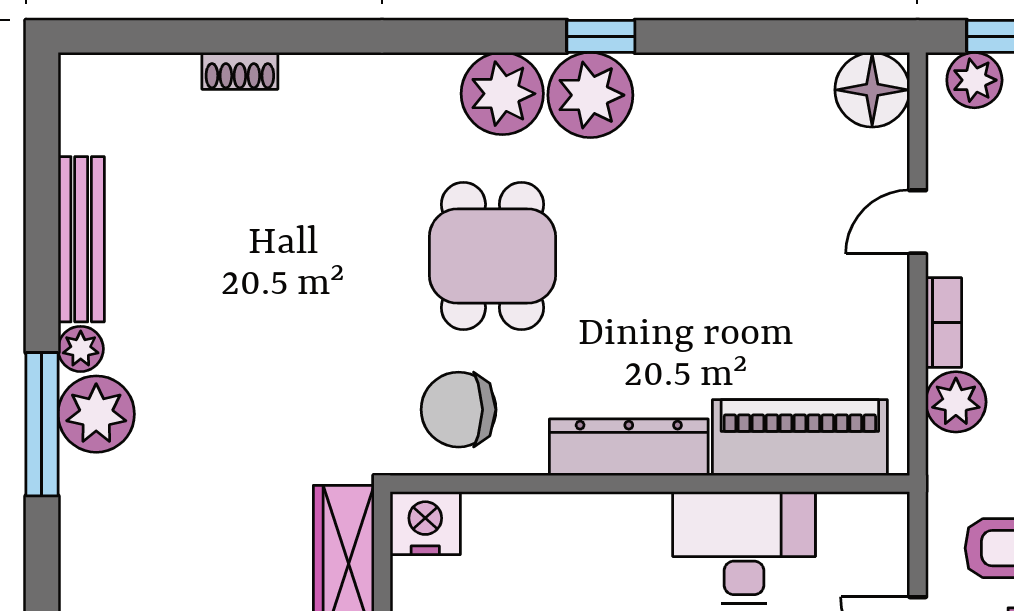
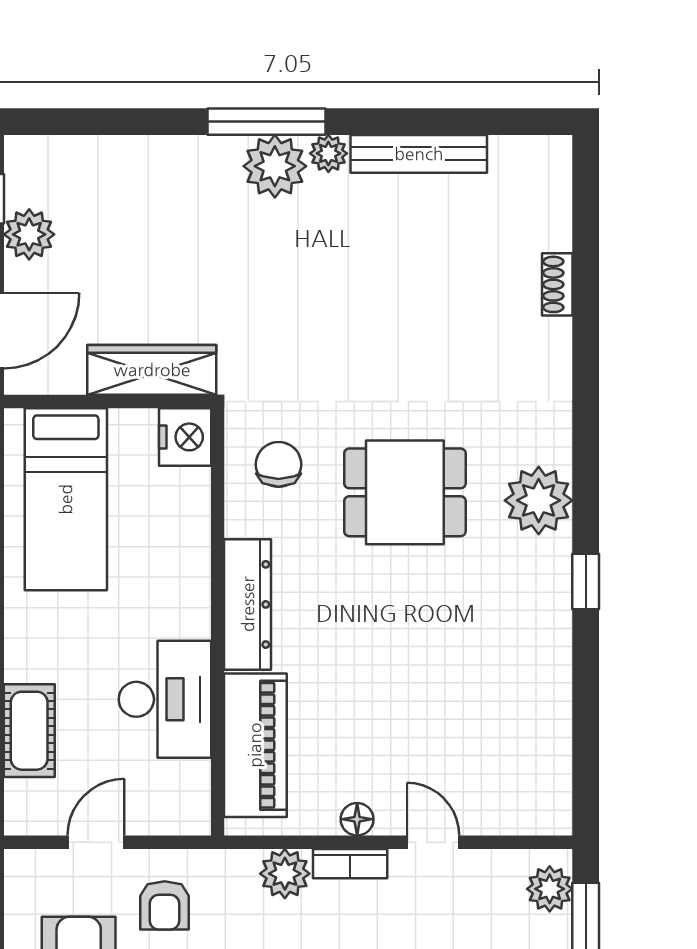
floor lamp: (872, 90) -> (357, 819), moved, width x0.53, depth x0.53
plant: (590, 95) -> (537, 573), removed
chair: (459, 410) -> (279, 464), width x0.73, depth x0.73

